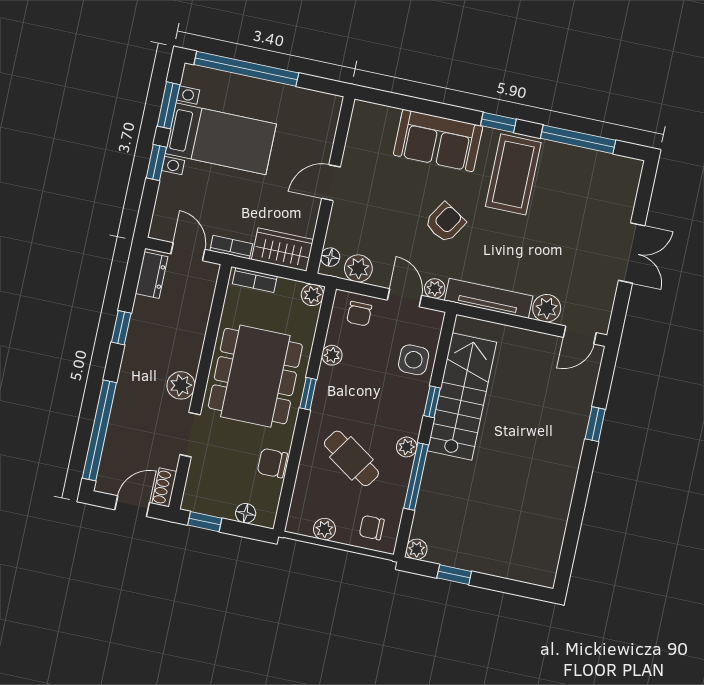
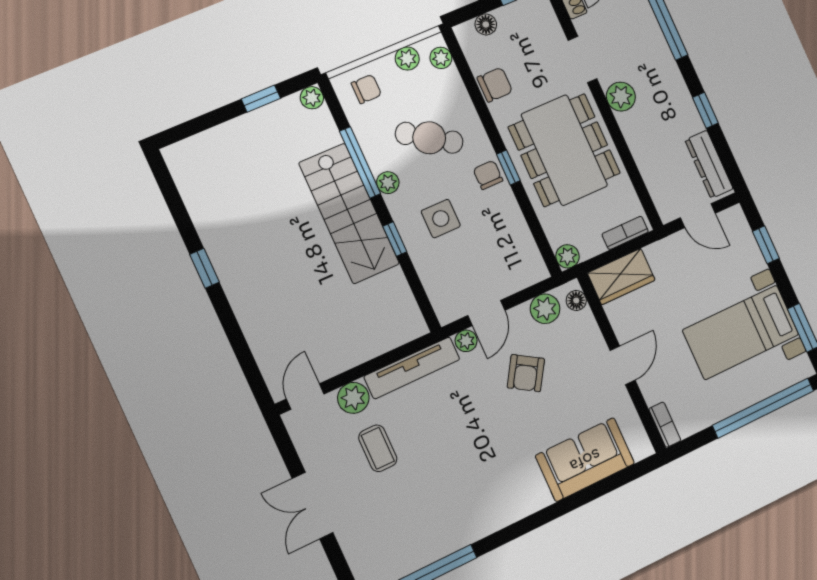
window: (498, 122) -> (518, 529), removed
sofa: (438, 141) -> (585, 460), moved
window: (156, 162) -> (766, 245), moved
coffee table: (513, 174) -> (378, 448), moved, width x0.54, depth x0.58
armchair: (445, 223) -> (526, 373), moved
bookcase: (231, 247) -> (665, 425), moved, turned -90
dresser: (152, 275) -> (709, 164), width x1.44
door: (404, 298) -> (486, 313), hinge flipped
chair: (359, 314) -> (488, 175), moved
plant: (332, 355) -> (441, 58), moved
side table: (414, 360) -> (441, 219), moved
stairs: (462, 397) -> (349, 213), moved
window: (595, 424) -> (205, 268), moved

